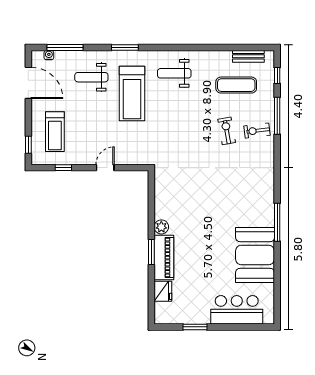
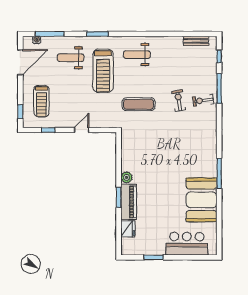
door: (28, 83) -> (20, 62), hinge flipped
exercise mat: (236, 85) -> (139, 104), moved

